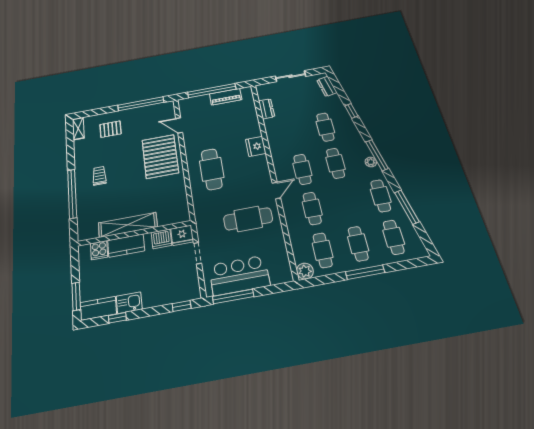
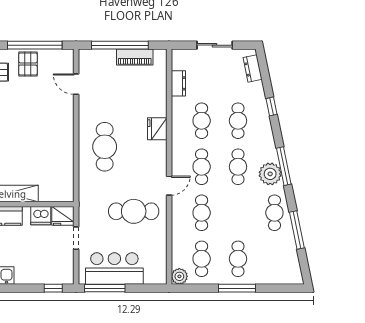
pallet: (160, 156) -> (28, 64), moved, width x0.49, depth x0.50
plant: (371, 162) -> (270, 174), width x1.87, depth x1.87
cafe table: (394, 237) -> (202, 121), moved

